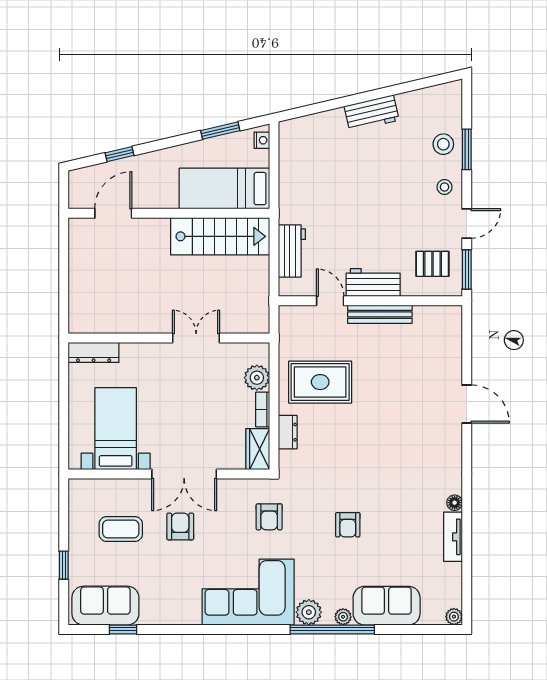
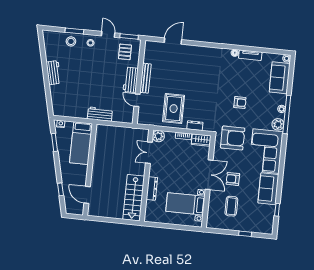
stairs: (220, 236) -> (134, 198), moved, turned 180
workbench: (292, 251) -> (100, 114), moved
door: (330, 301) -> (137, 100), hinge flipped
double door: (196, 338) -> (149, 153), moved
dresser: (94, 352) -> (152, 189), moved
plant: (257, 378) -> (158, 136), moved
door: (467, 404) -> (173, 41), moved
armchair: (269, 517) -> (233, 138), width x1.88, depth x1.88
sofa: (105, 606) -> (268, 189), moved
sofa: (387, 606) -> (280, 78), moved

